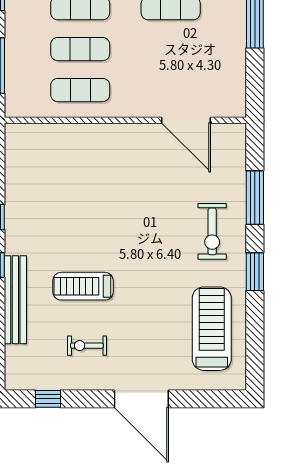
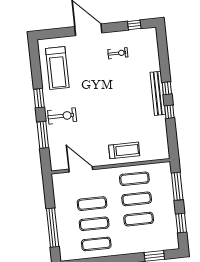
exercise mat: (171, 49) -> (92, 204), added
exercise bike: (212, 231) -> (62, 116), turned 90
treadmill: (83, 286) -> (124, 150), moved
bench: (15, 300) -> (158, 93), moved

